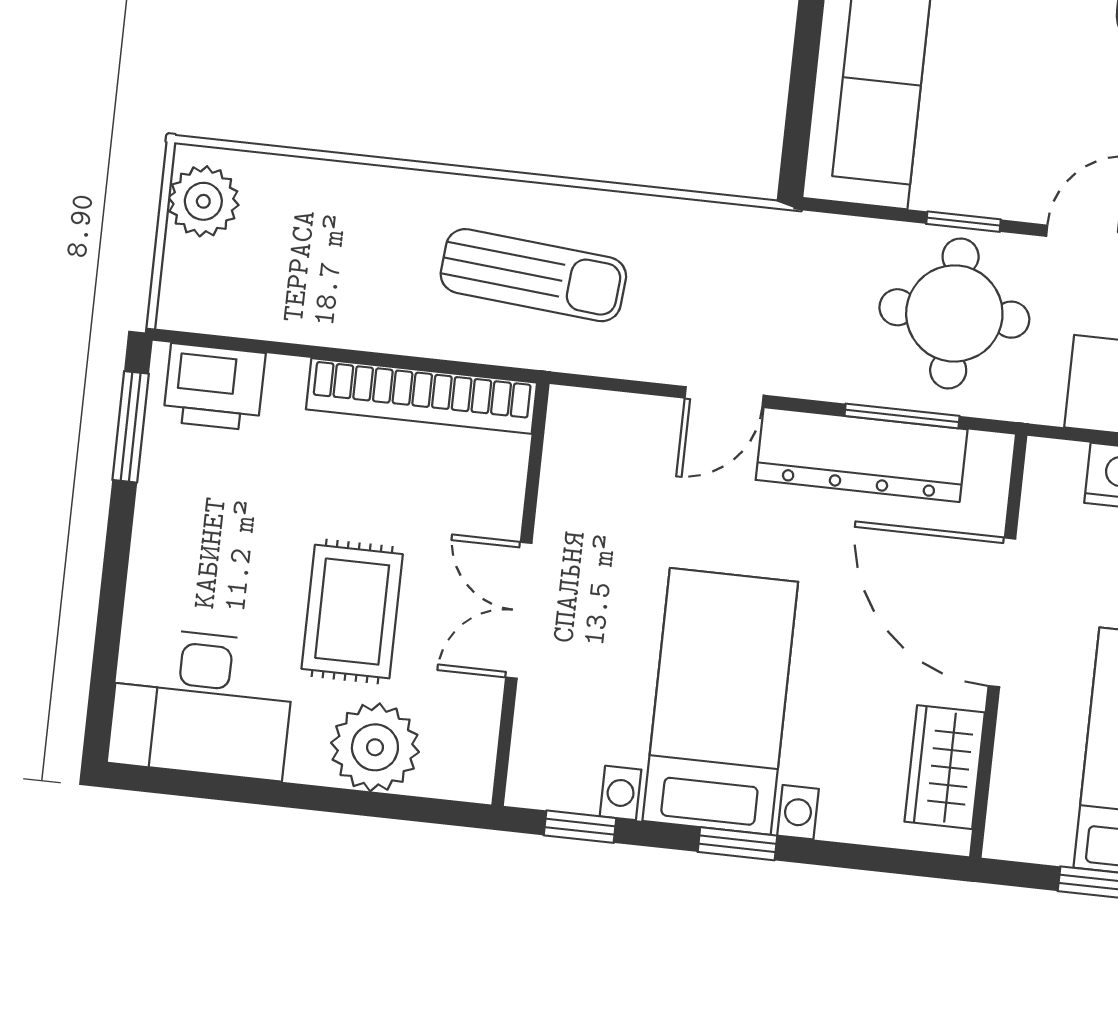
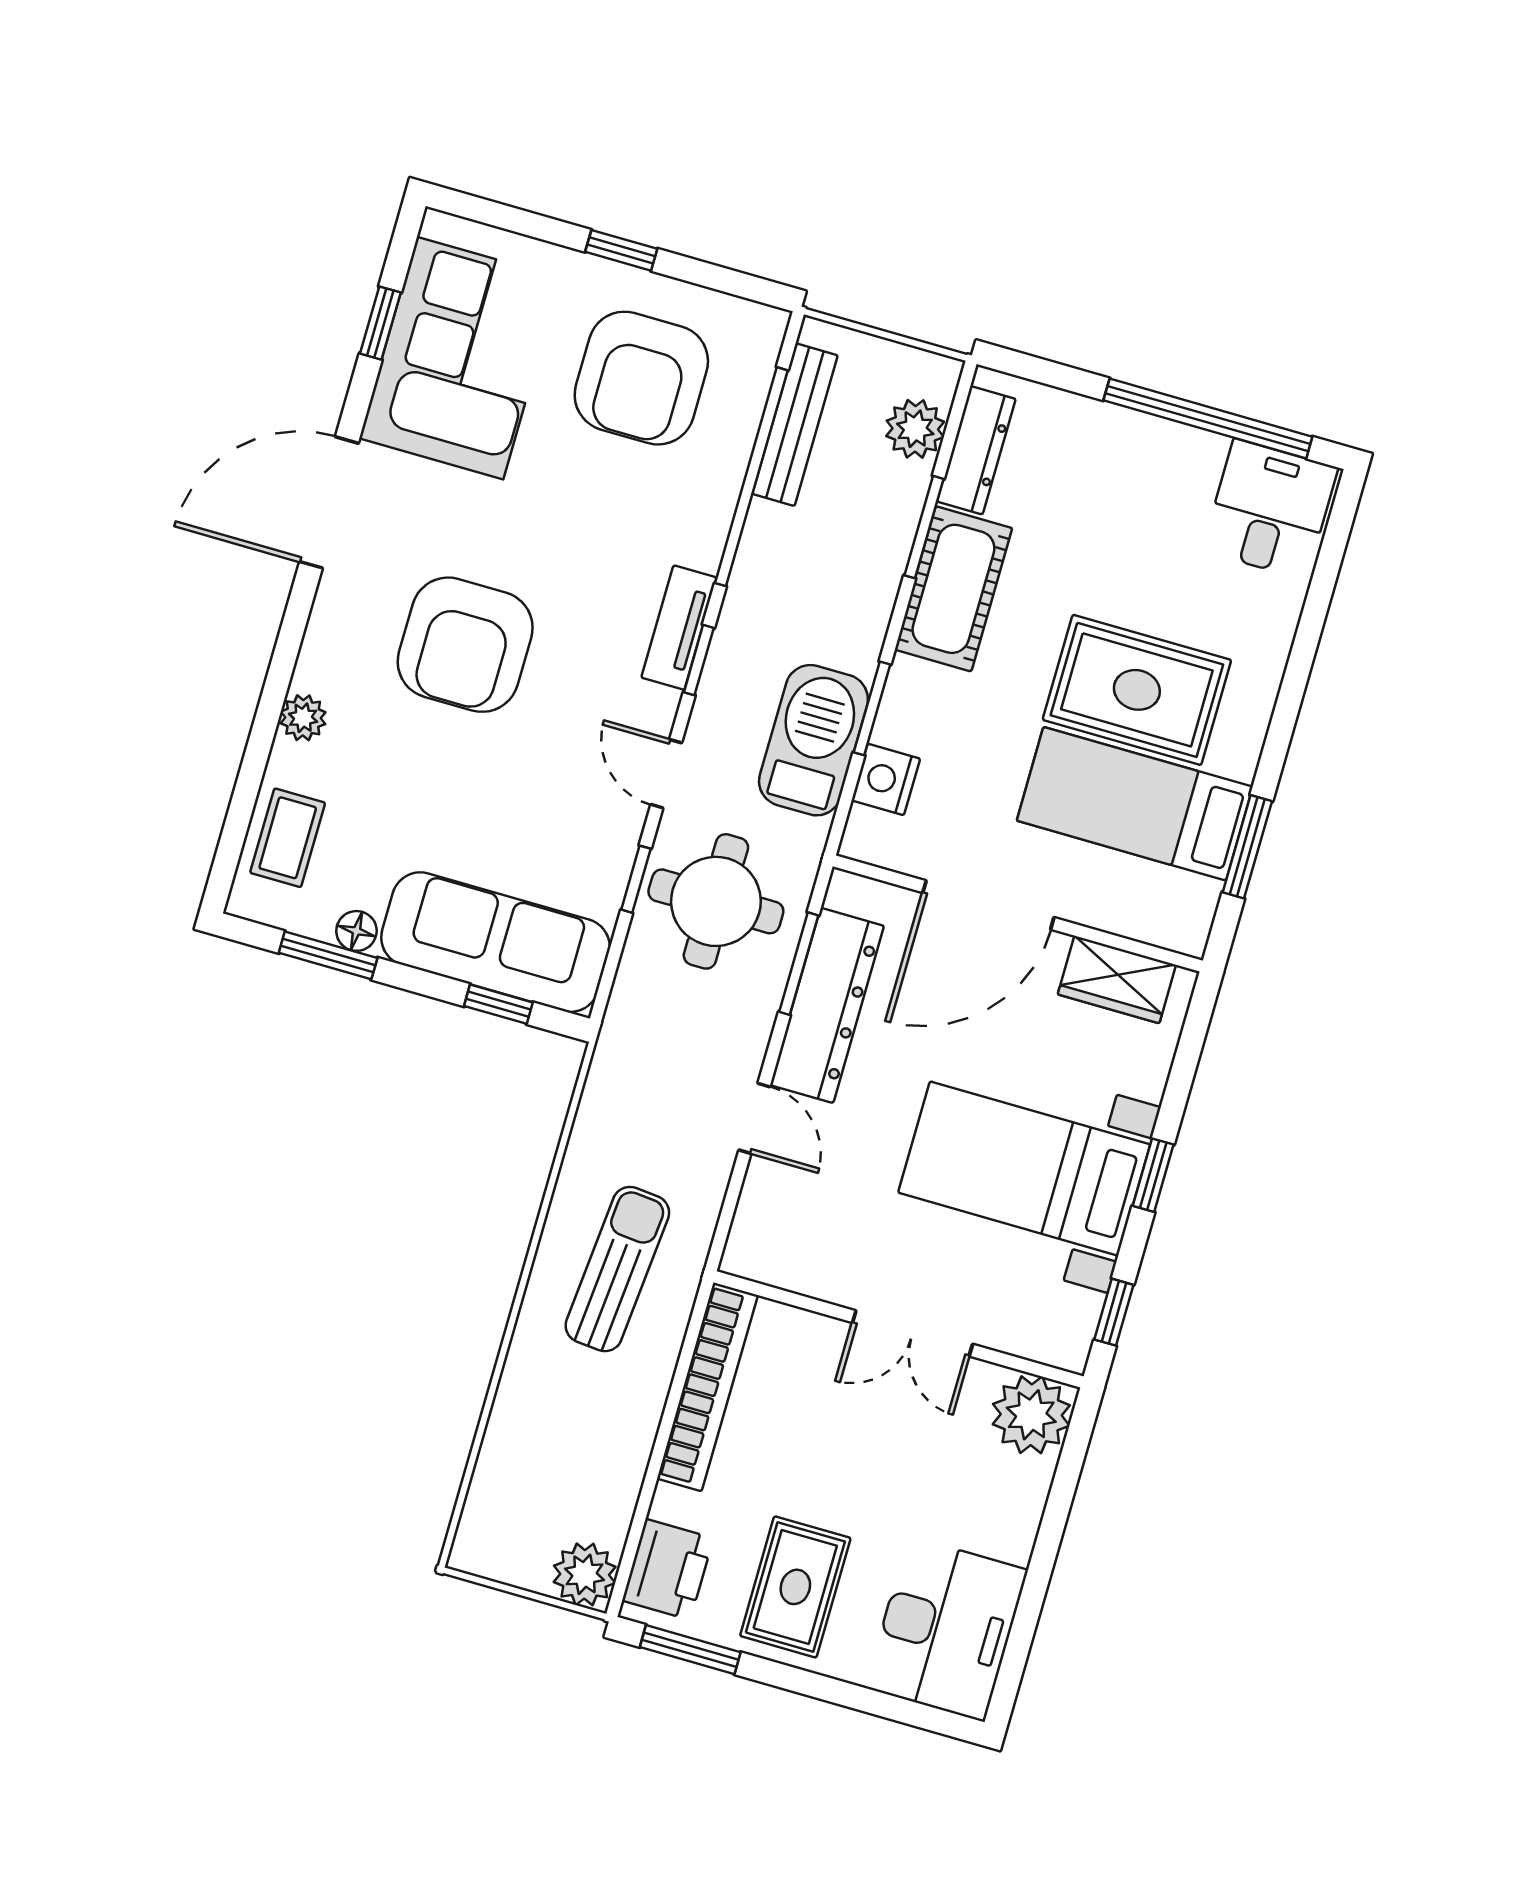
window: (801, 95) -> (498, 1004), added
plant: (203, 201) -> (585, 1574), moved
rug: (352, 612) -> (795, 1587), moved, turned 90
plant: (375, 747) -> (1031, 1415), moved

